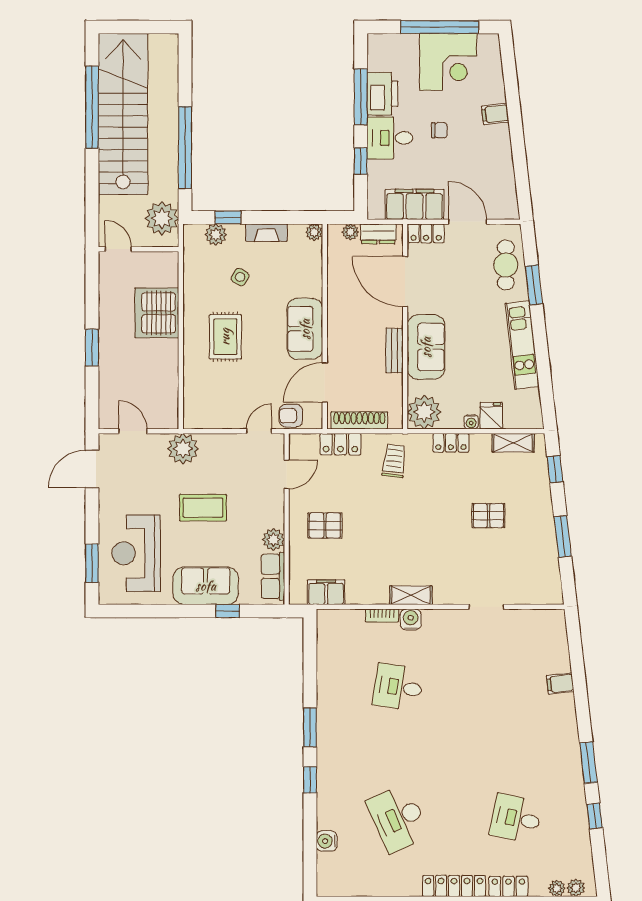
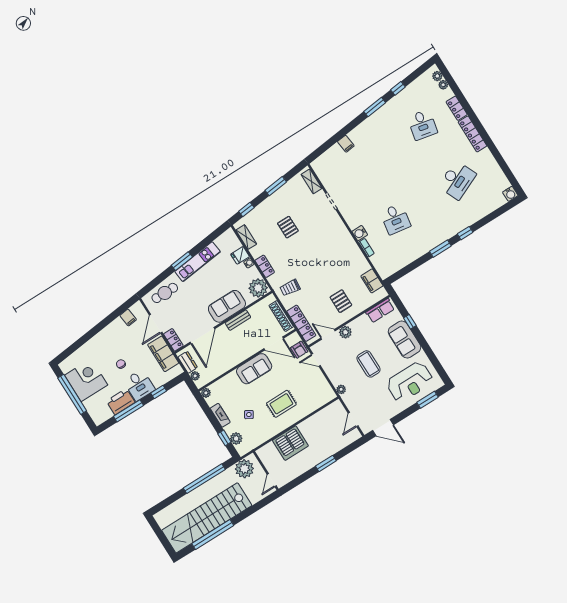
filing cabinet: (495, 114) -> (128, 318), moved
window: (534, 285) -> (182, 261), moved
locker: (340, 444) -> (301, 323), width x1.53
plant: (183, 449) -> (341, 389), width x0.53, depth x0.53
plant: (273, 539) -> (345, 332), moved
shelving: (411, 595) -> (311, 181), moved
water cooler: (327, 841) -> (510, 194), moved

